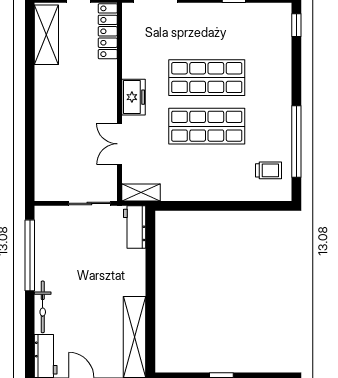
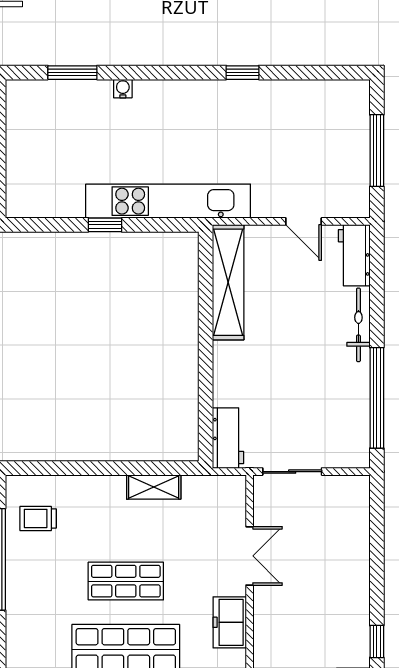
window: (30, 84) -> (377, 641), added
shop shelf: (207, 126) -> (126, 581), width x0.70, depth x0.74
shelving: (141, 193) -> (154, 487), moved

